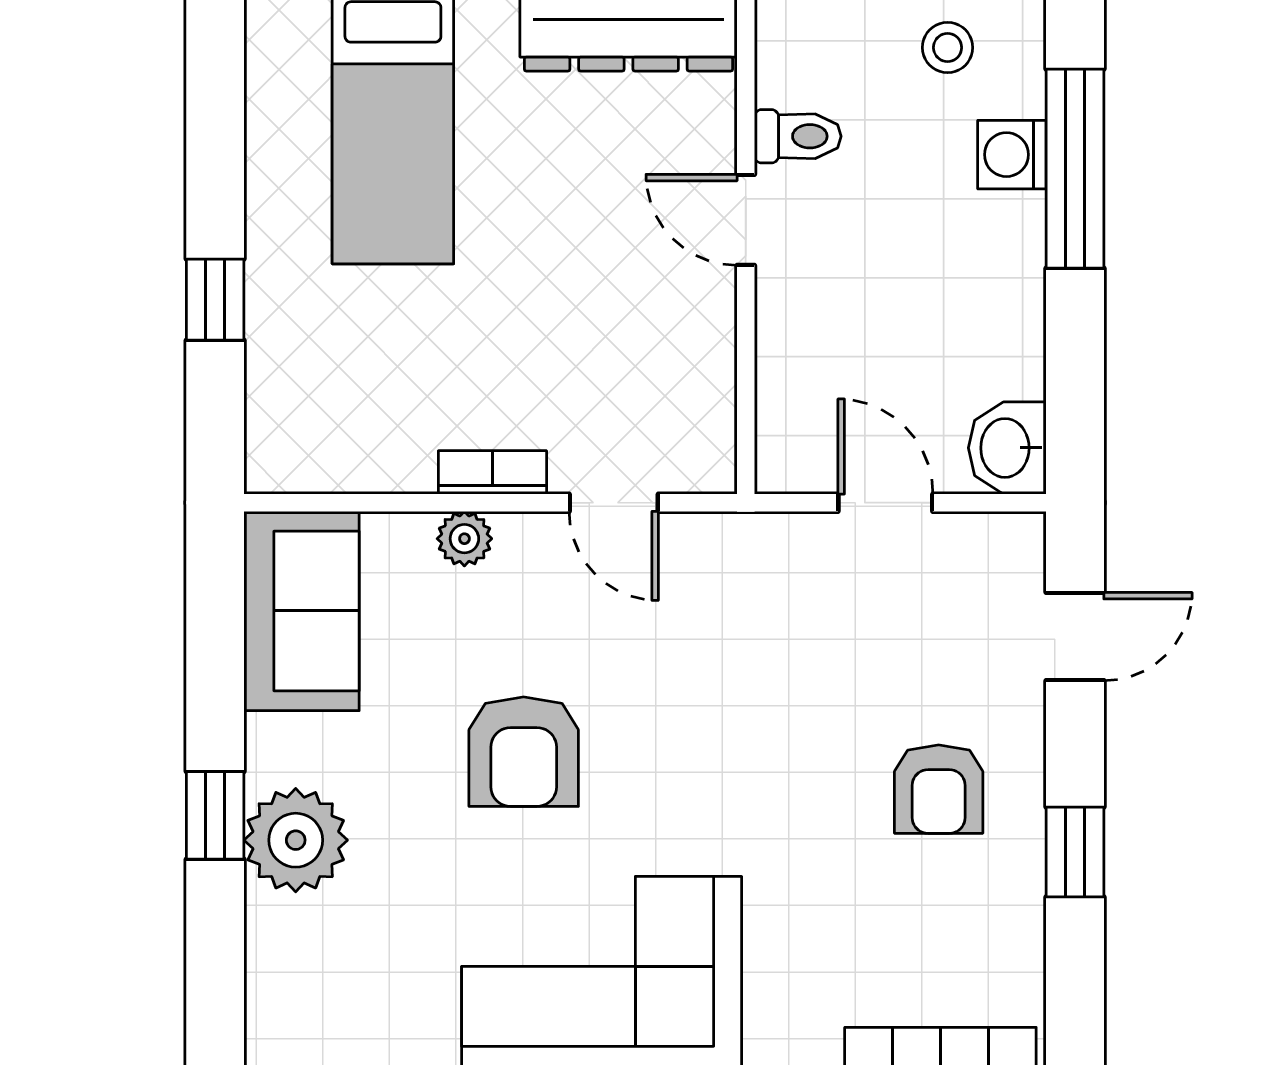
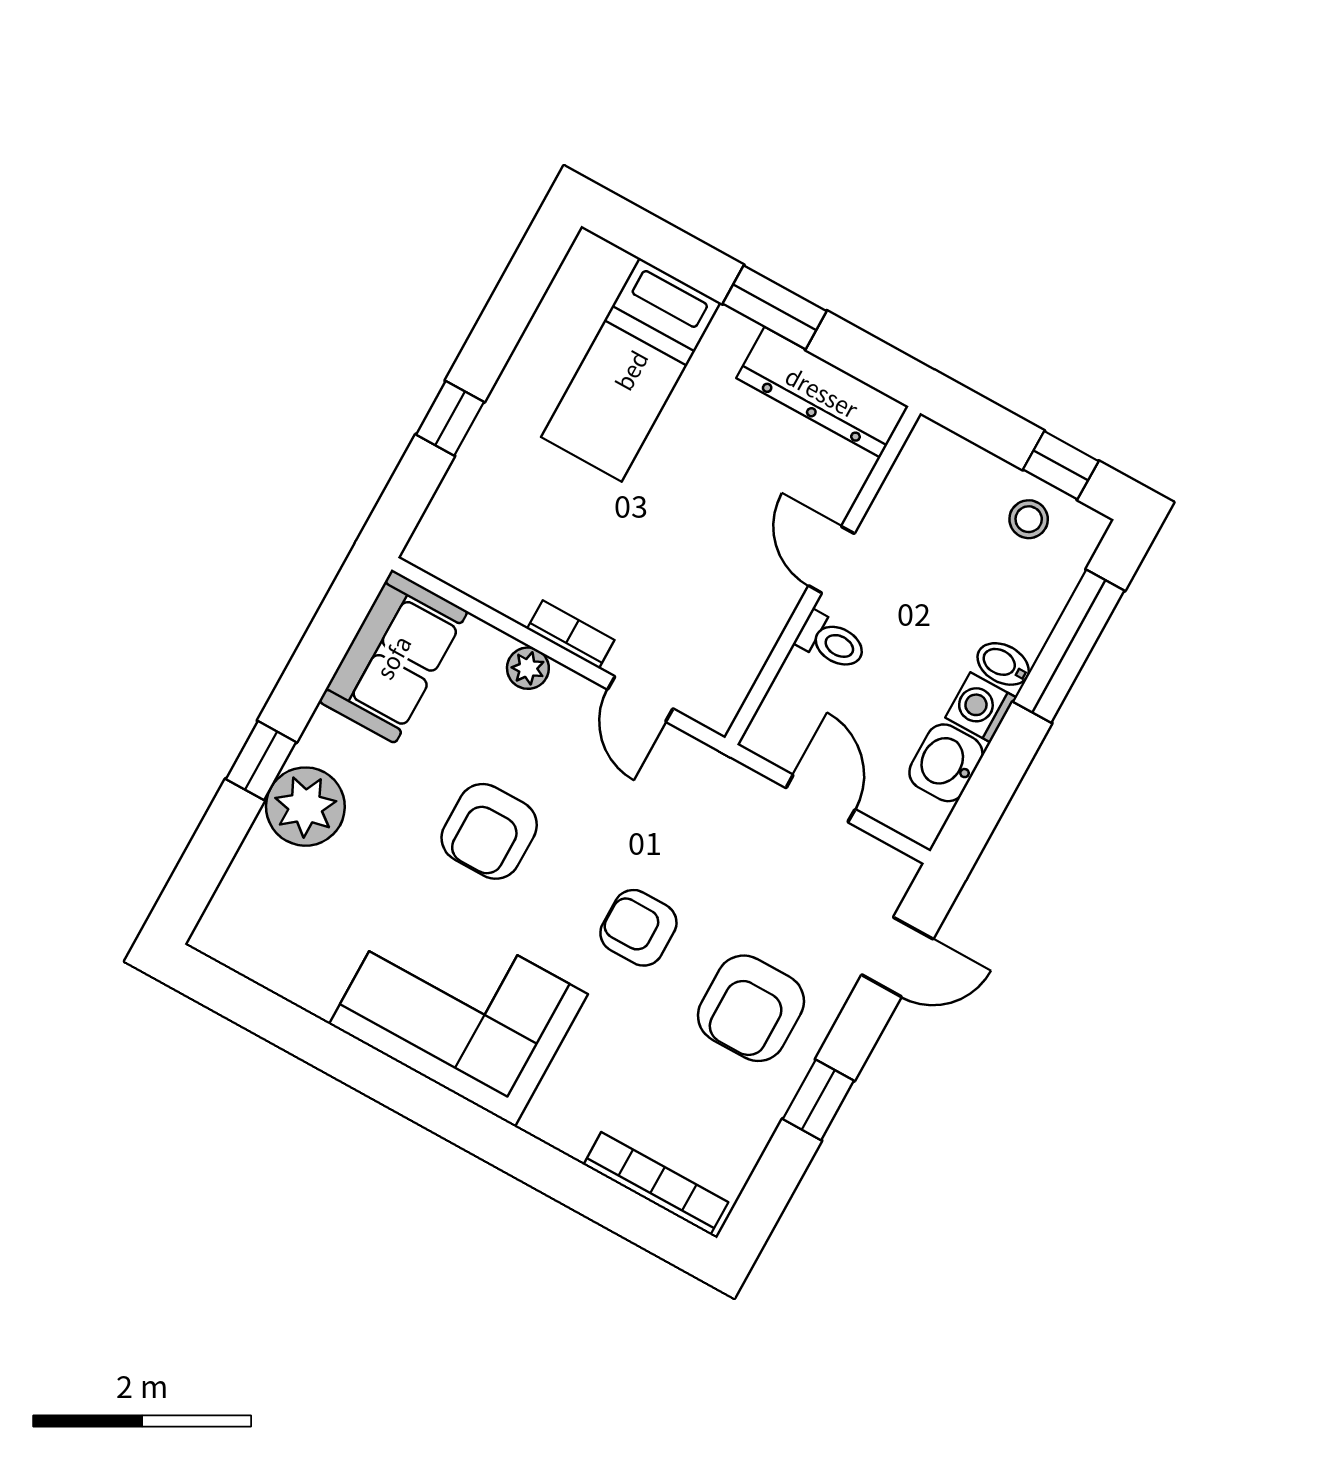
toilet: (798, 136) -> (831, 642), moved
washing machine: (1012, 155) -> (981, 707), moved
bidet: (1010, 231) -> (1003, 664), added
washbasin: (1007, 448) -> (946, 763), moved
armchair: (758, 768) -> (638, 928), added
armchair: (939, 789) -> (751, 1008), width x1.38, depth x1.38

